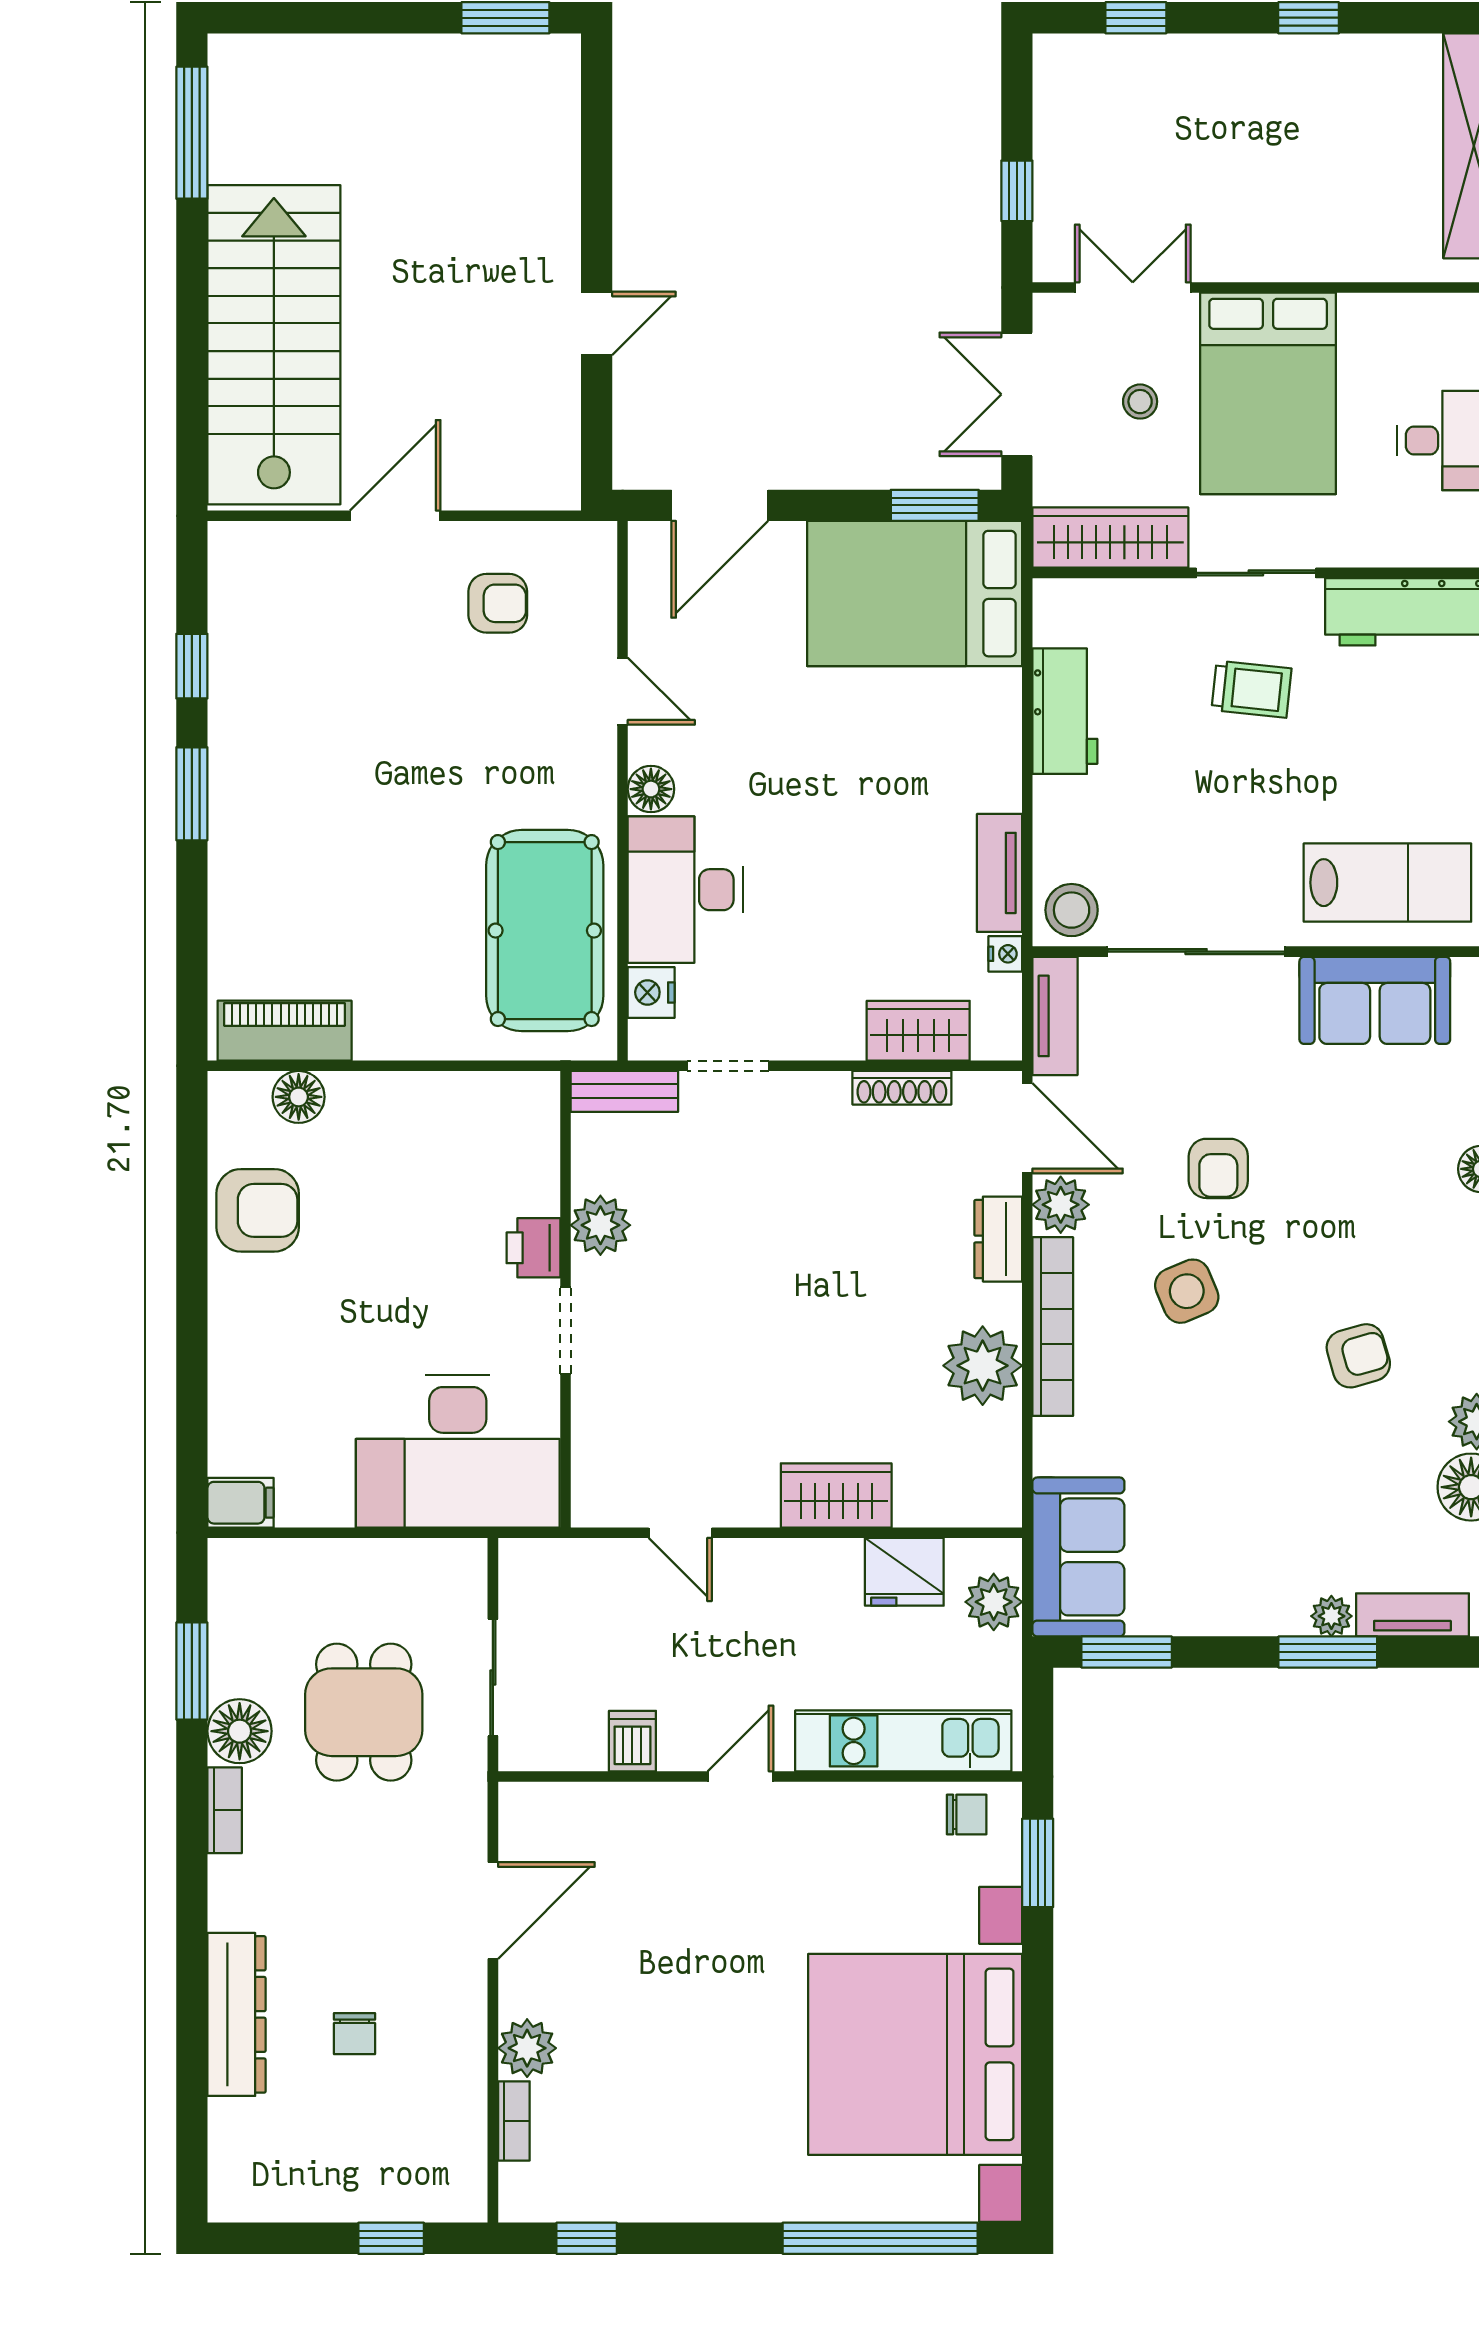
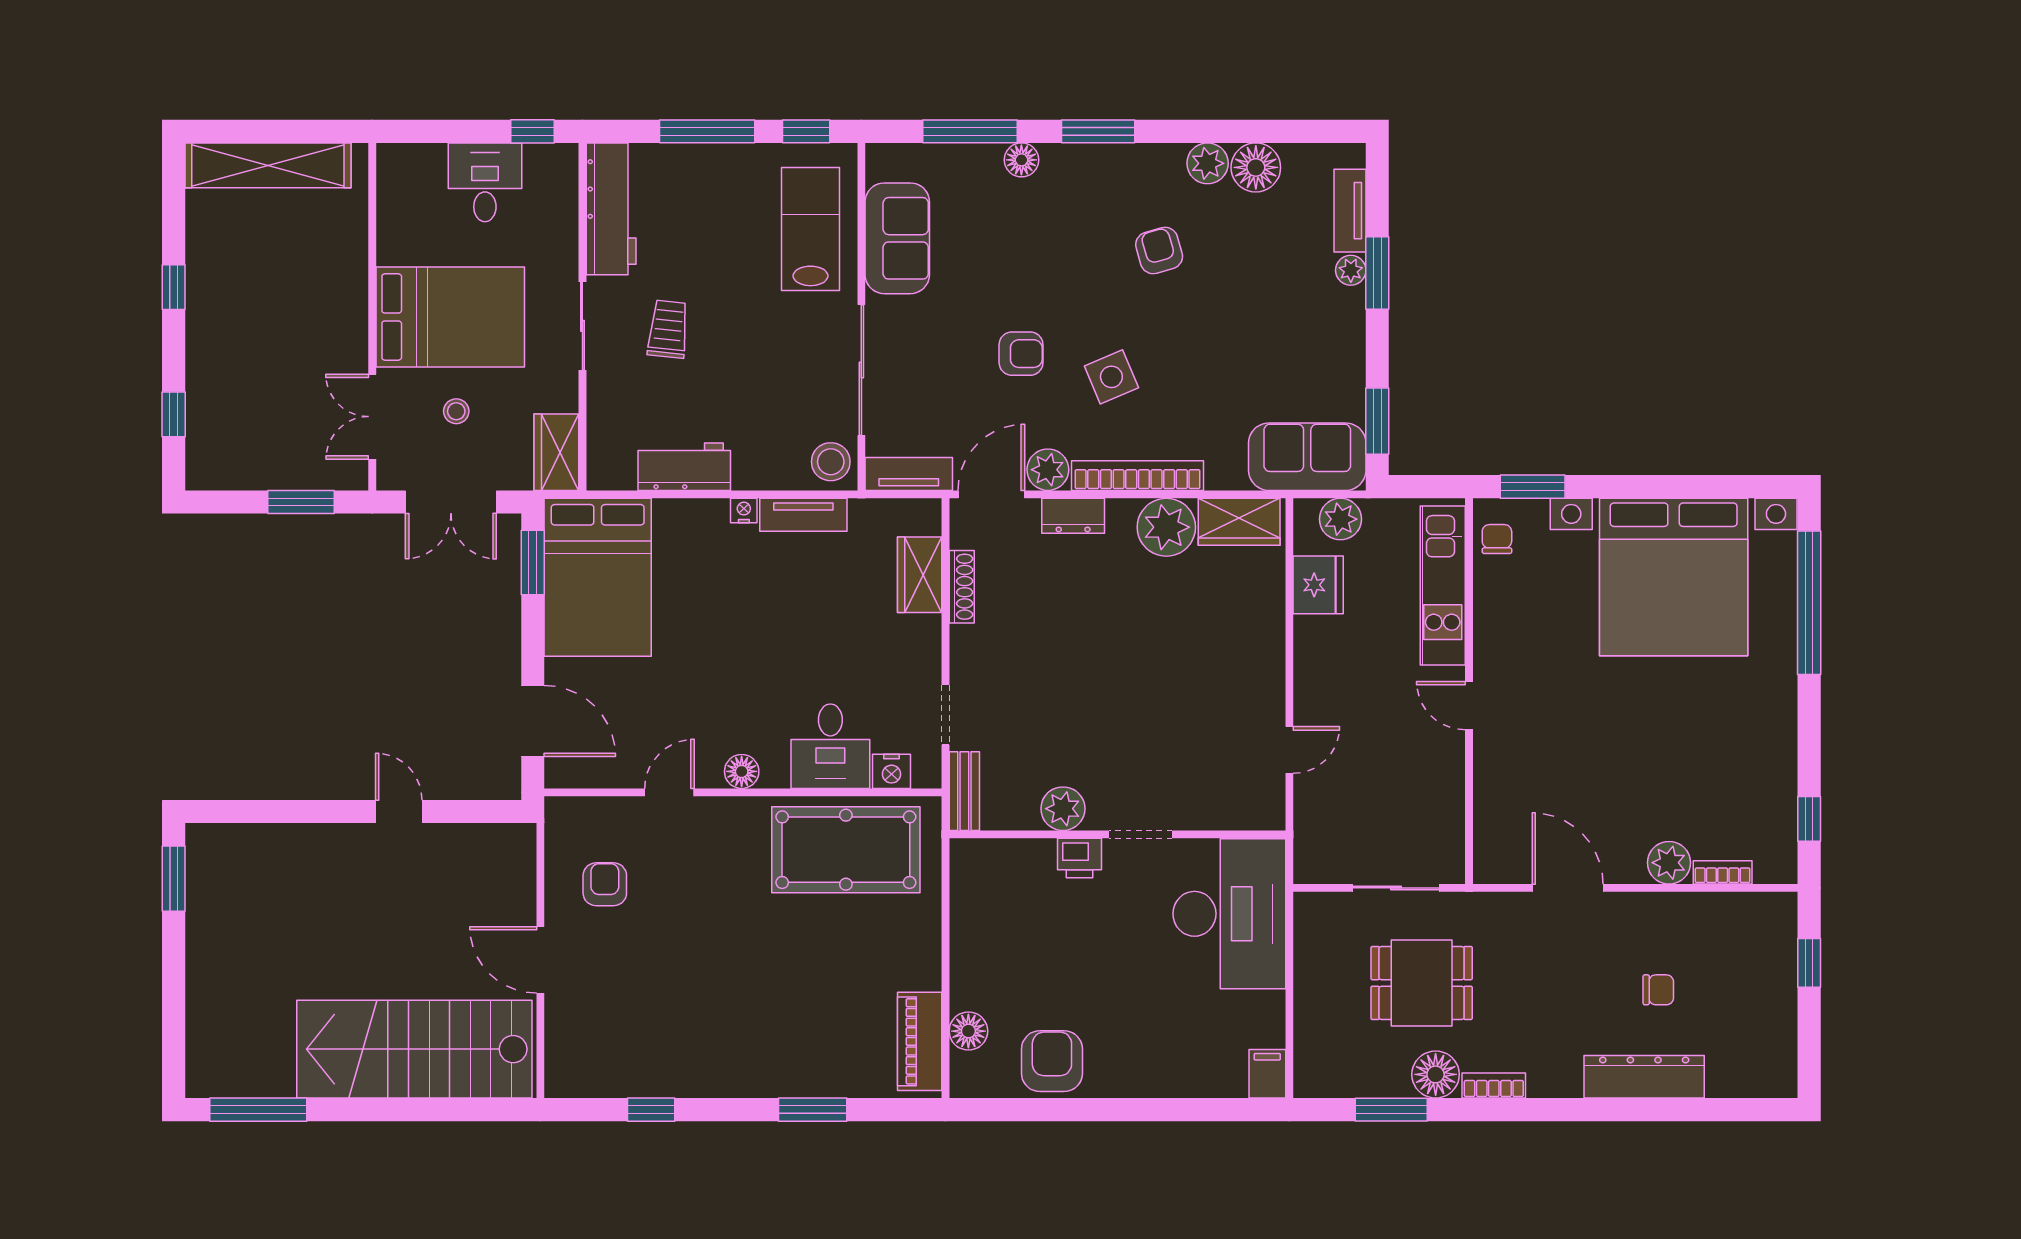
window: (1017, 191) -> (301, 502), width x1.50
wardrobe: (1110, 538) -> (556, 452), width x0.67
window: (192, 794) -> (813, 1110), moved
desk: (685, 890) -> (830, 746), width x0.73
nightstand: (1005, 954) -> (744, 511), moved
wardrobe: (836, 1495) -> (1239, 522), moved, turned -90
dishwasher: (632, 1741) -> (1443, 785), removed

